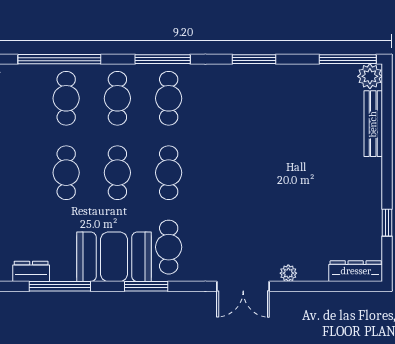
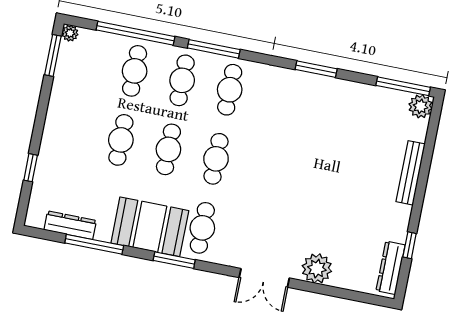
window: (163, 59) -> (214, 49), moved
bench: (373, 124) -> (411, 173), moved
dresser: (31, 271) -> (70, 225), width x1.44
dresser: (356, 271) -> (391, 268), moved, turned -90
plant: (288, 273) -> (317, 269), width x1.87, depth x1.87

